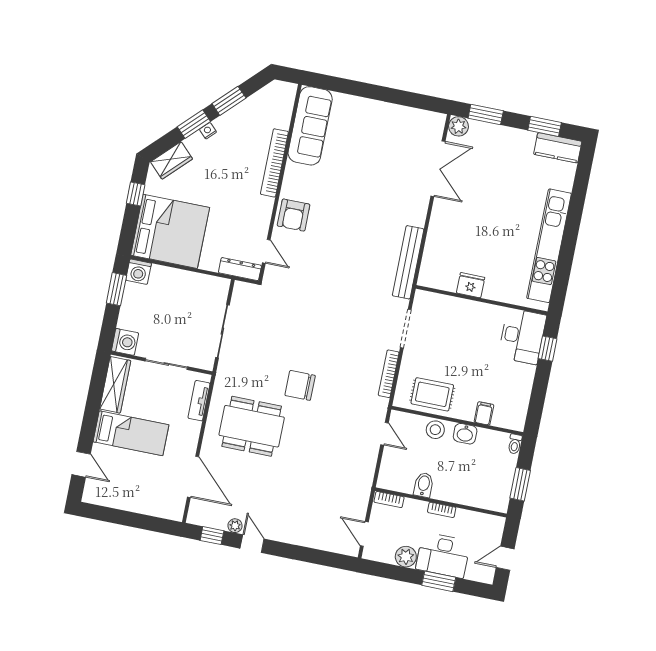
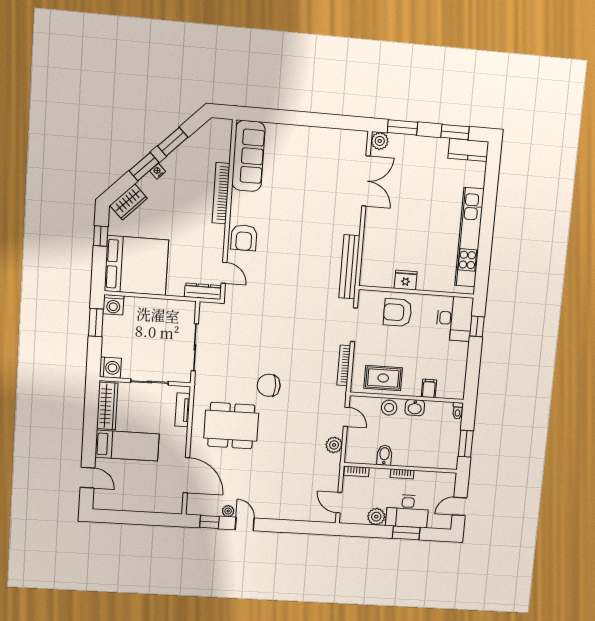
armchair: (457, 321) -> (398, 312), added
plant: (367, 465) -> (334, 445), added

